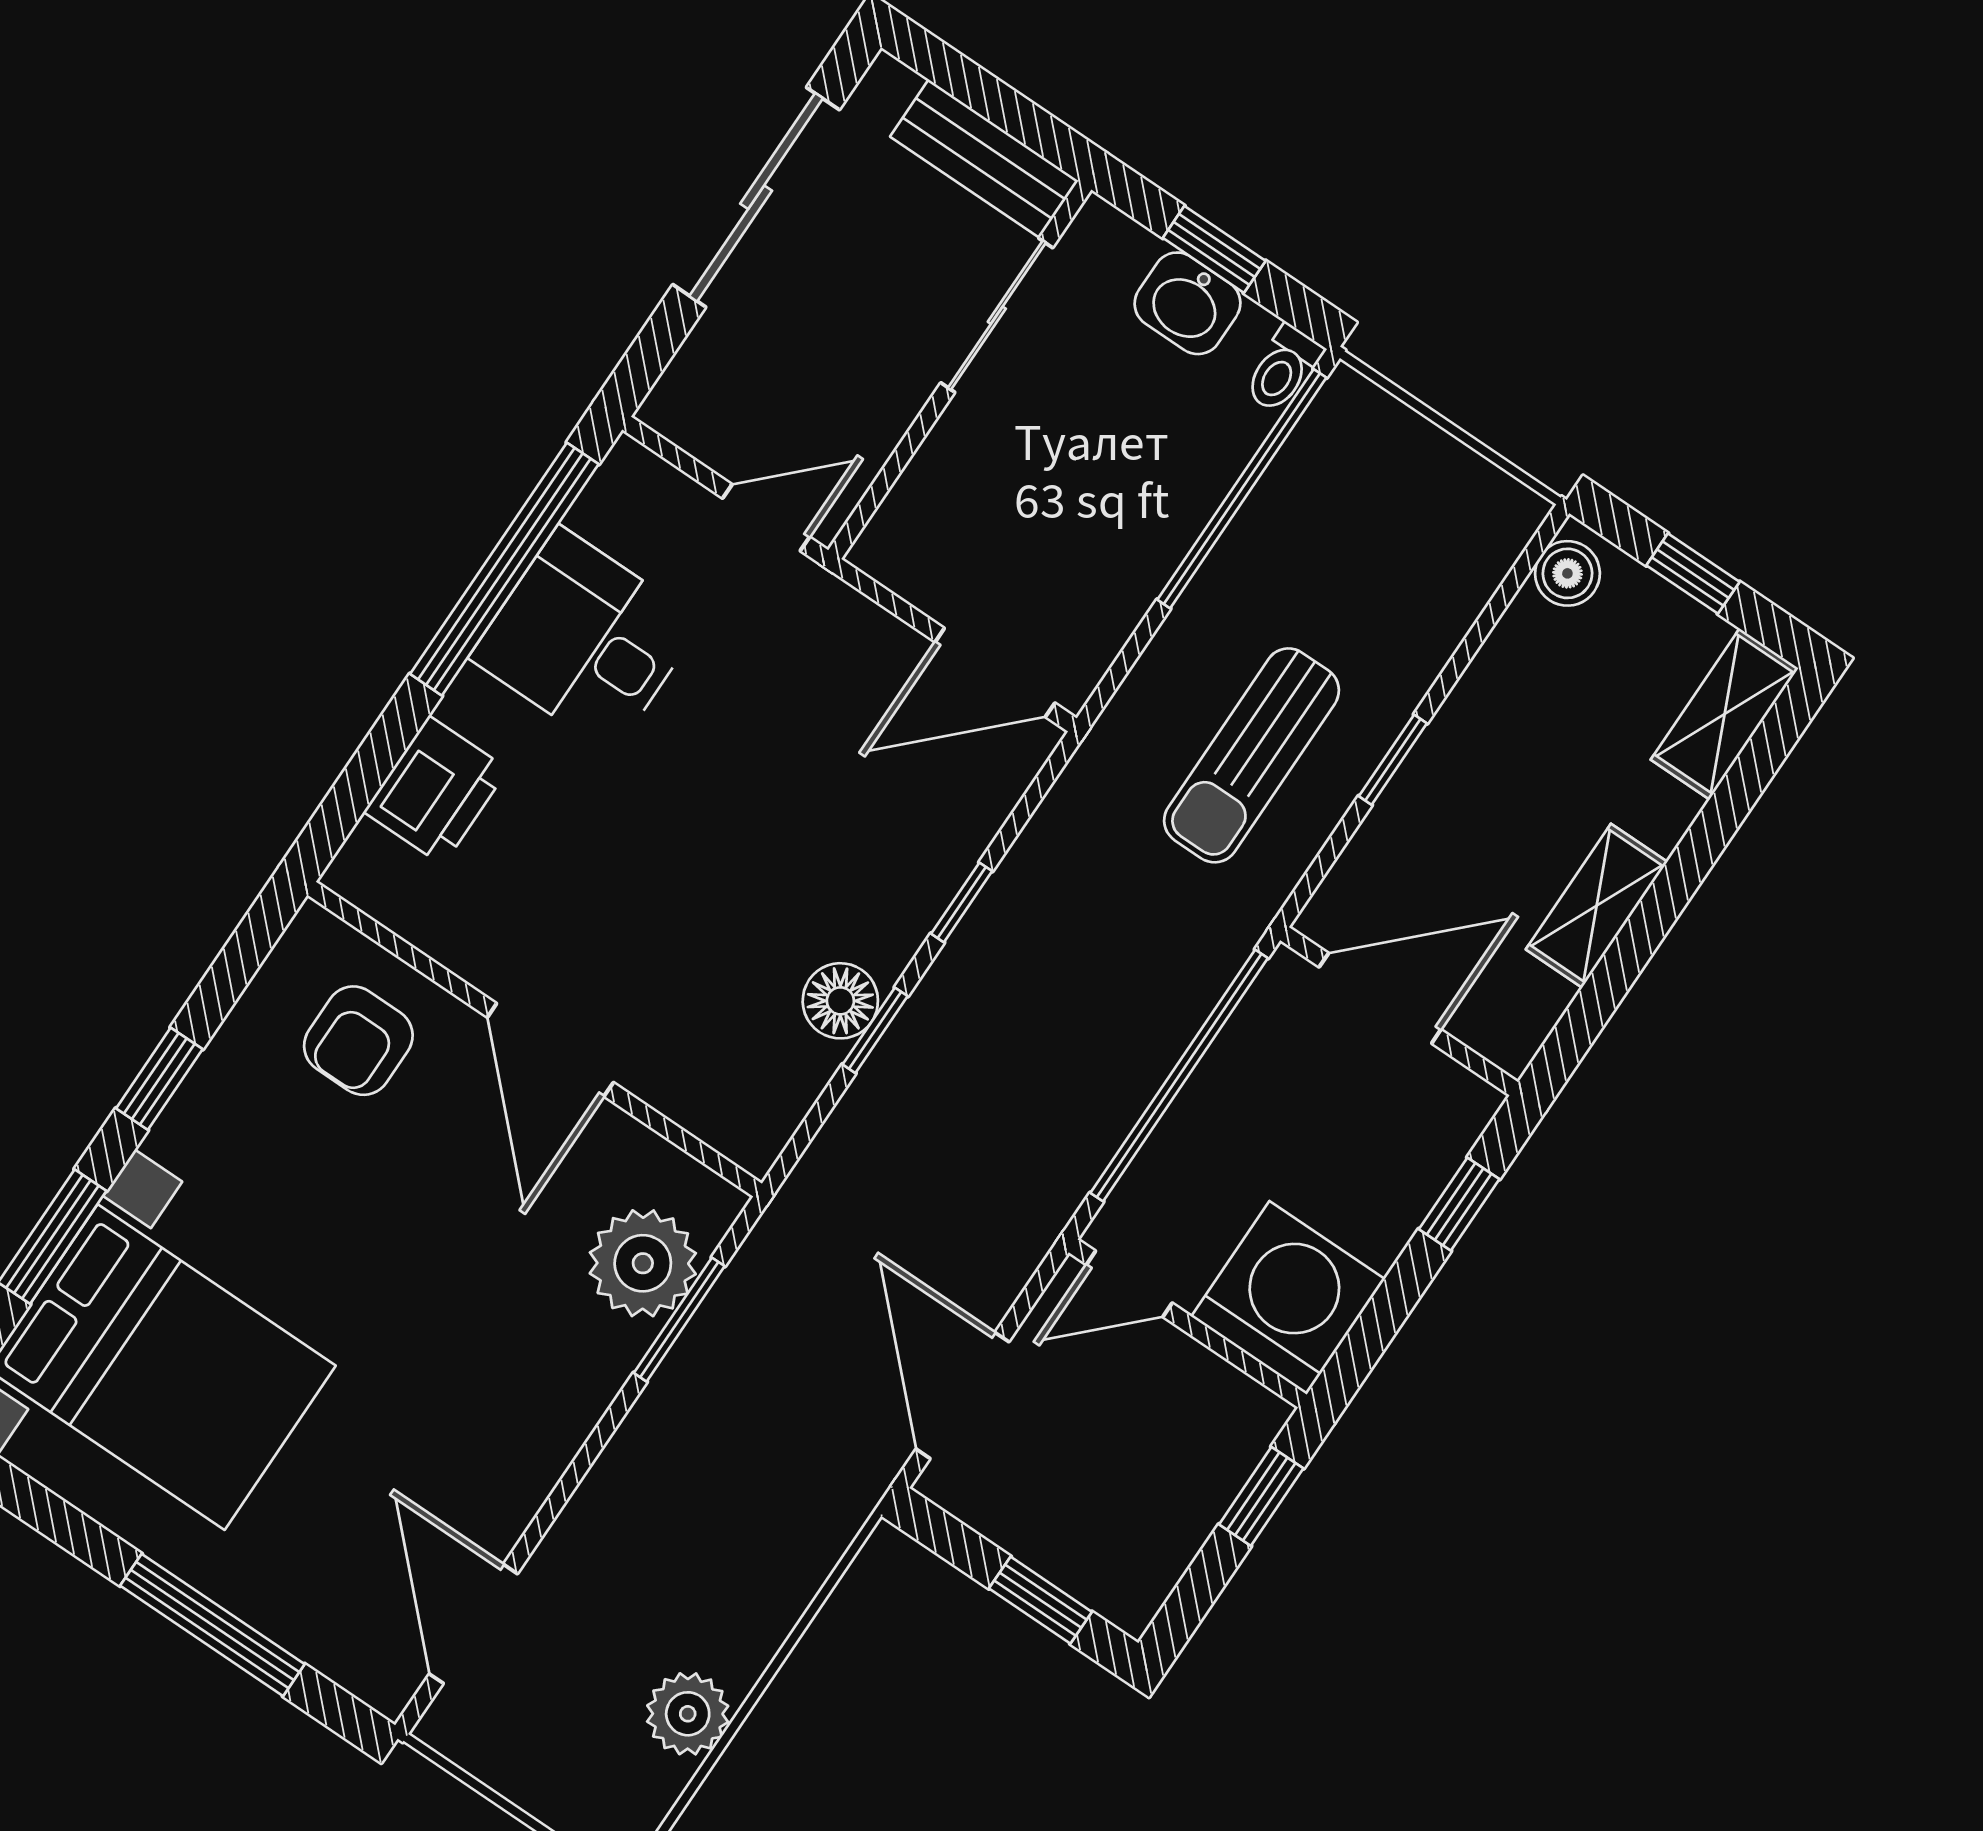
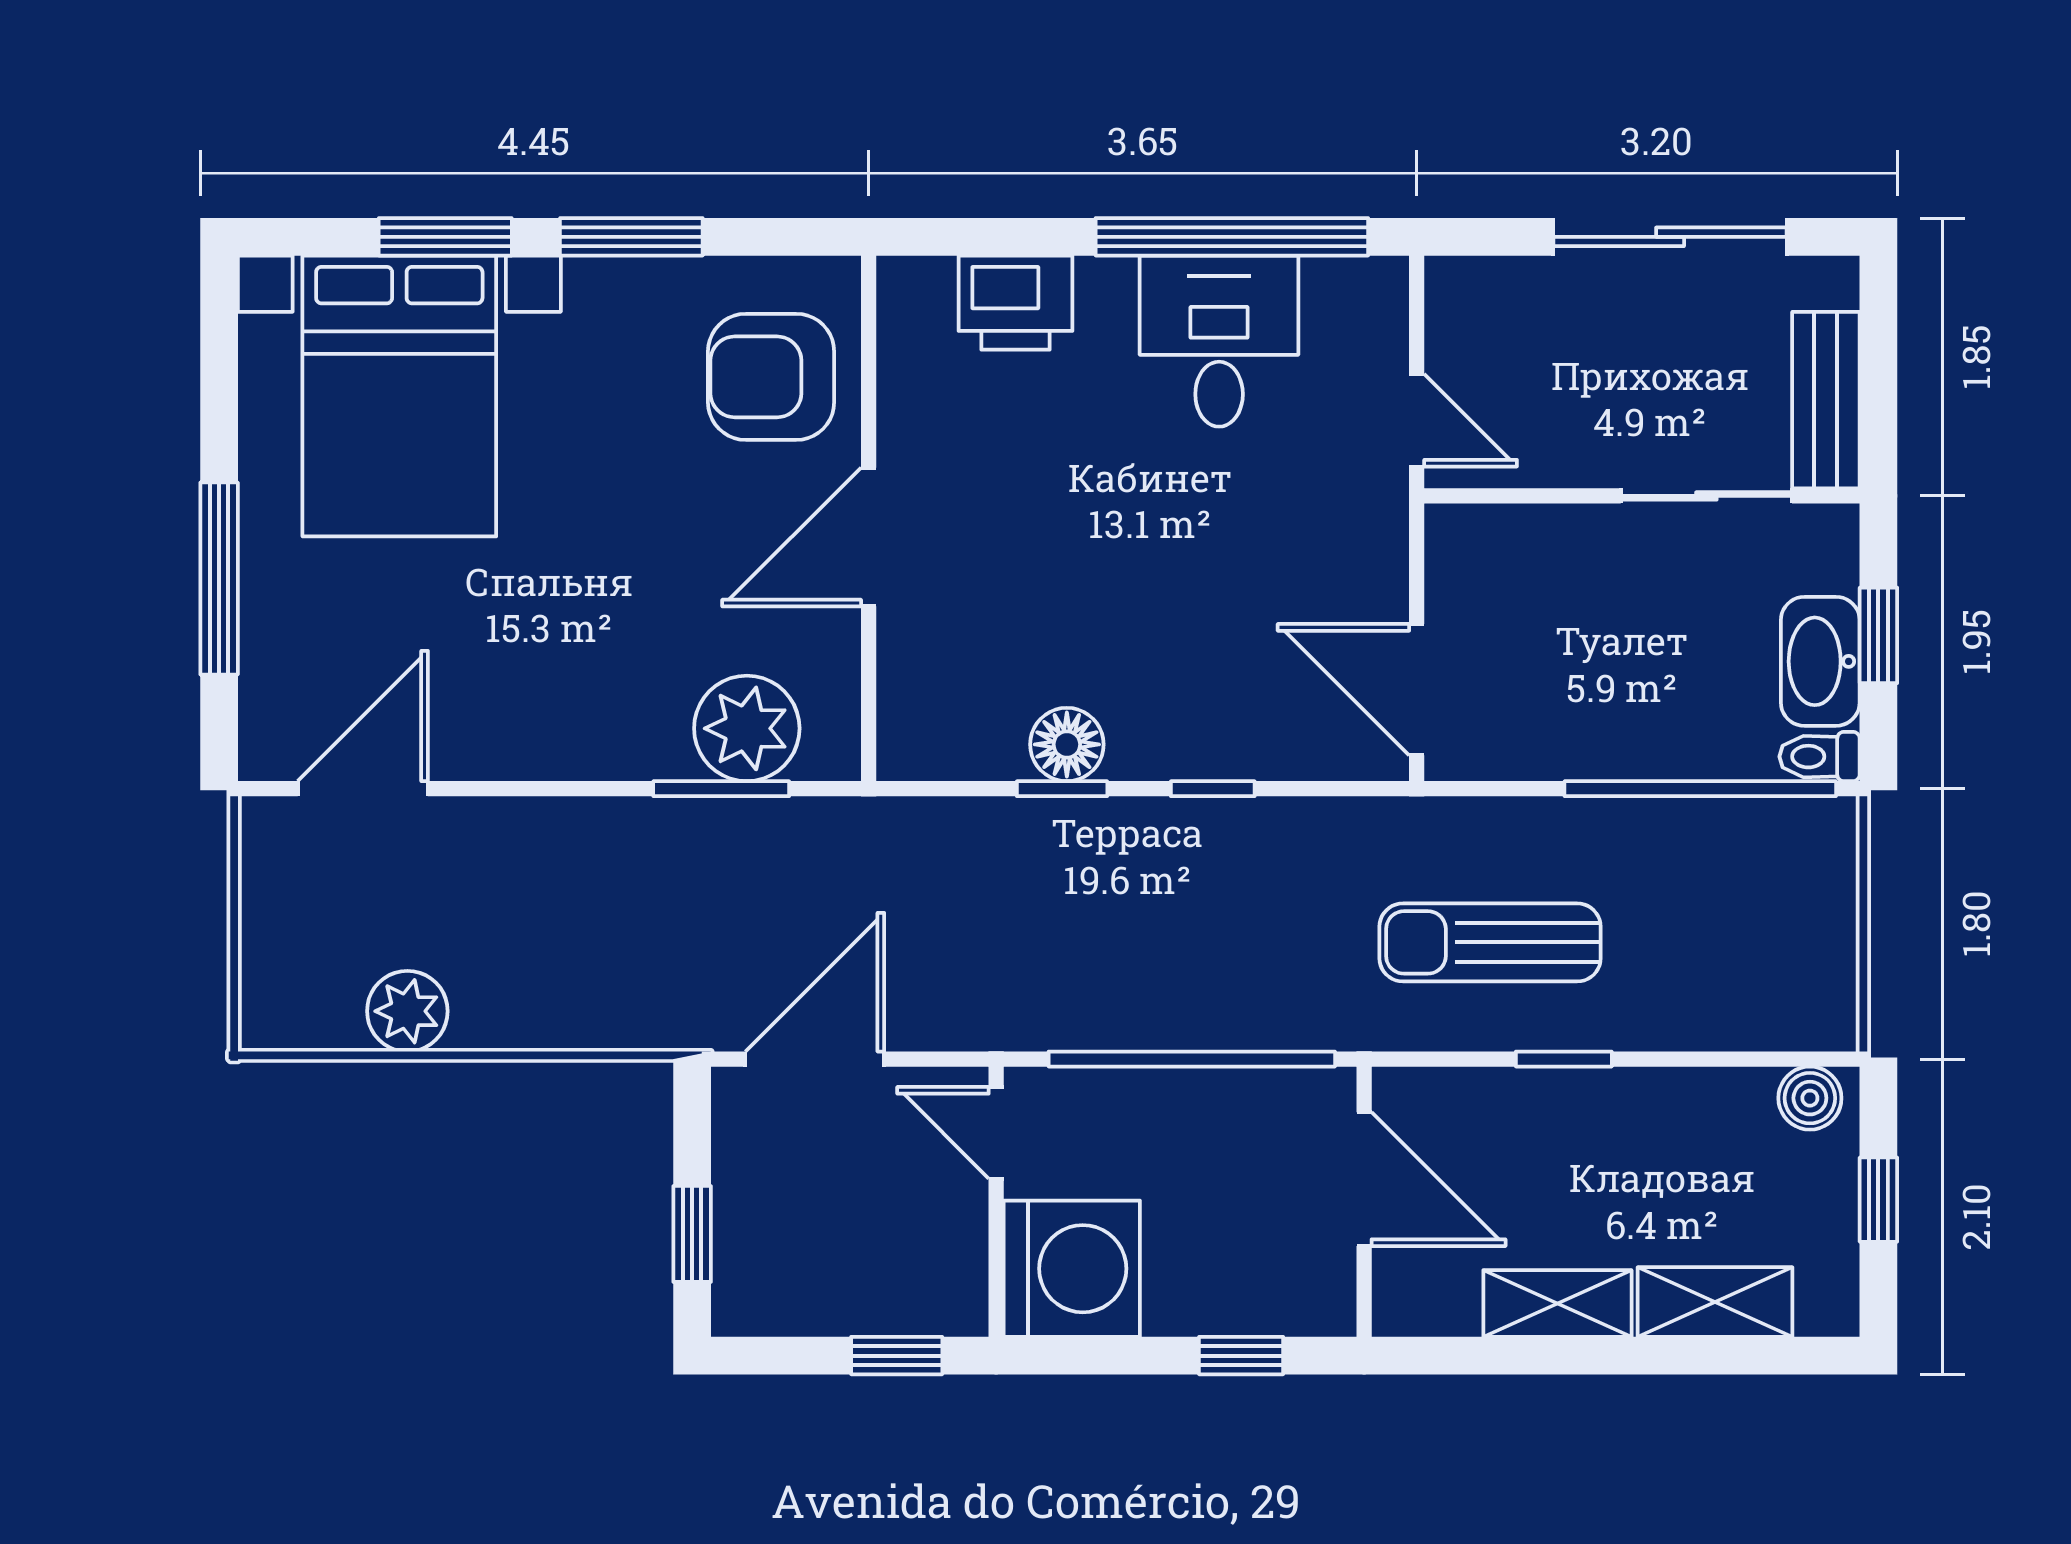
washbasin: (1187, 303) -> (1820, 661), width x1.38
shelving: (1725, 714) -> (1715, 1302), moved
armchair: (358, 1041) -> (771, 377), width x1.38, depth x1.38
window: (159, 1079) -> (631, 237), width x1.50

